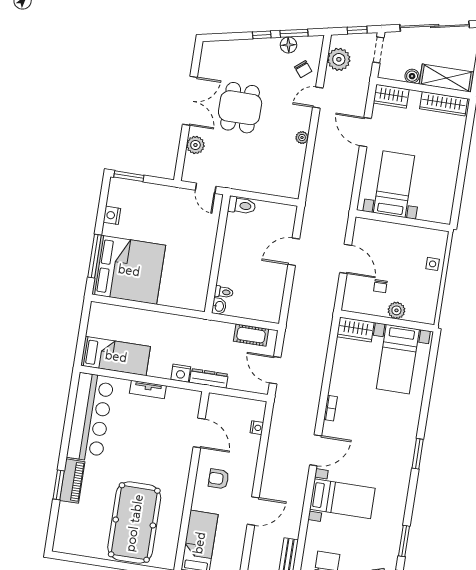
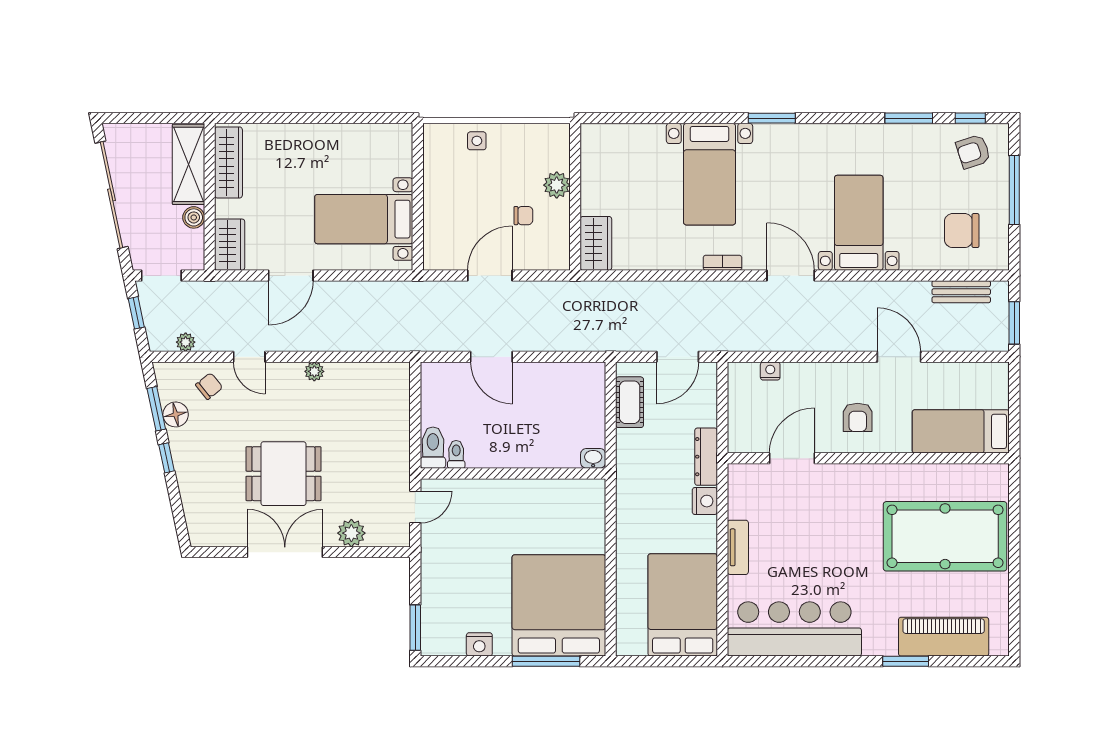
plant: (339, 59) -> (186, 342), width x0.53, depth x0.53
toilet: (224, 292) -> (456, 454), moved
bed: (116, 356) -> (683, 605), width x1.50
bed with nightstands: (398, 359) -> (709, 174), moved, turned 90
piano: (72, 481) -> (944, 637), moved, width x1.37, depth x1.33

